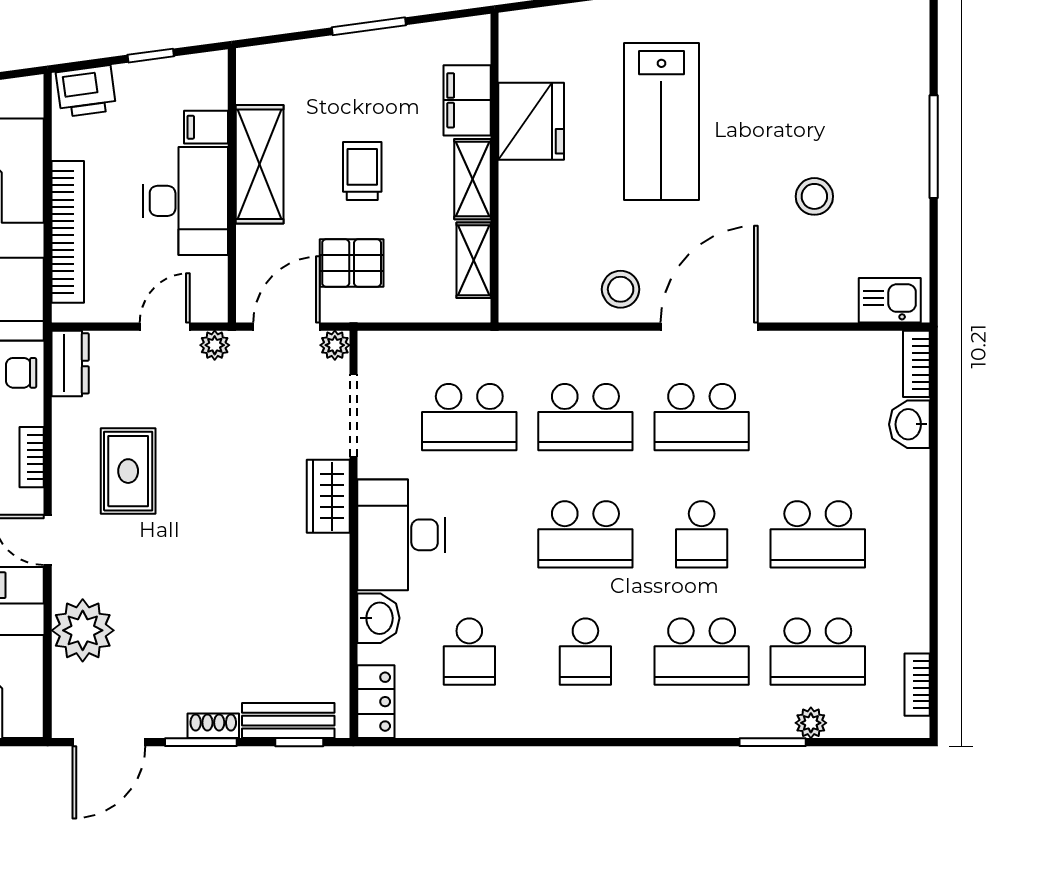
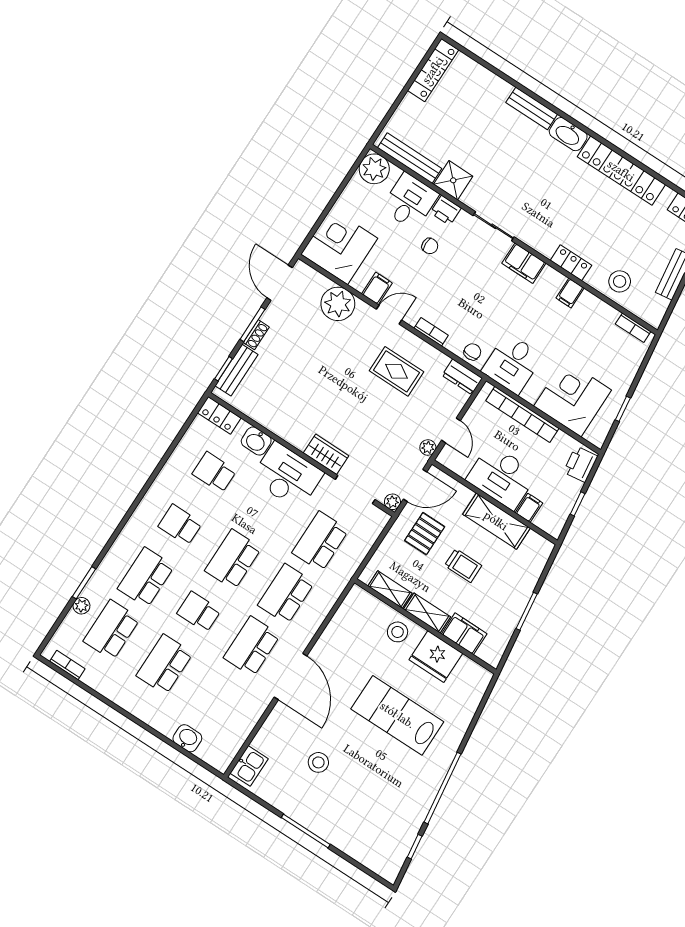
stool: (621, 289) -> (398, 632), moved
door: (286, 327) -> (415, 485), hinge flipped
bookcase: (916, 364) -> (213, 759), removed

